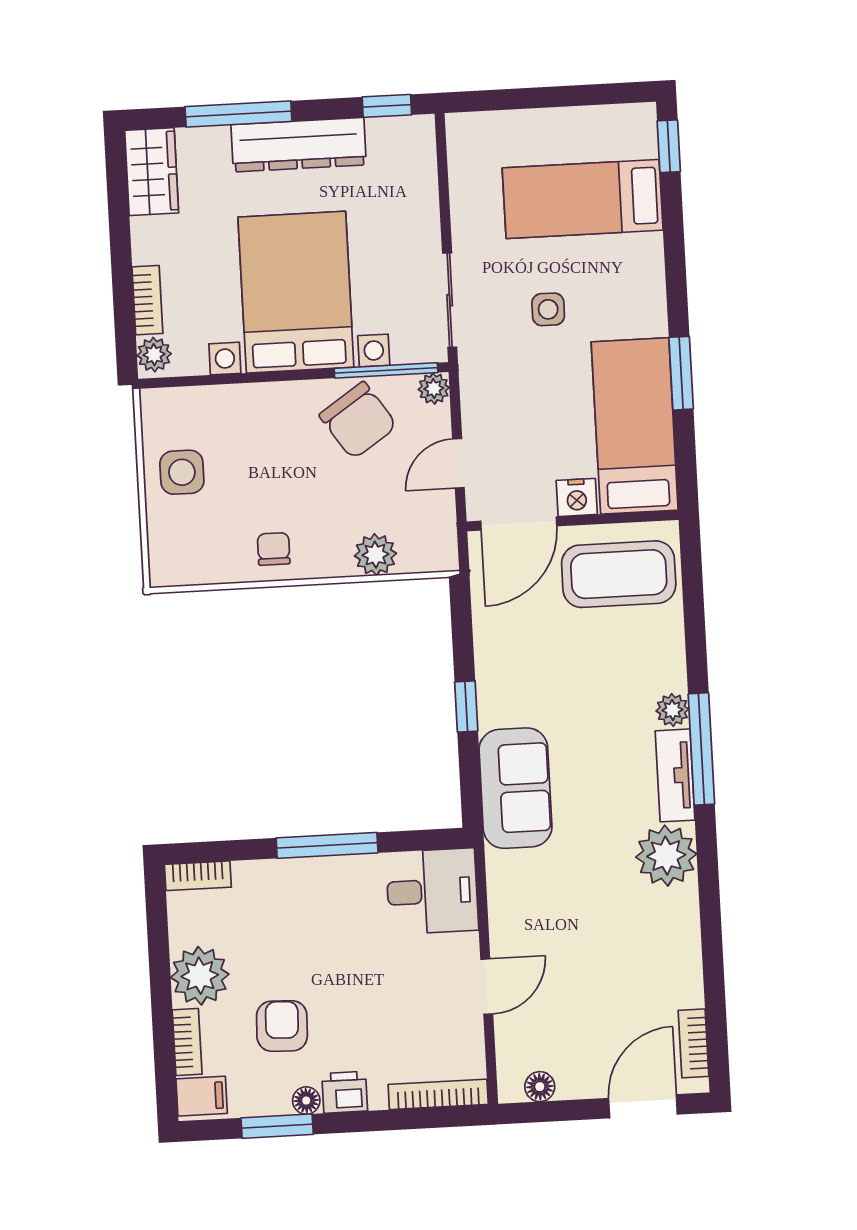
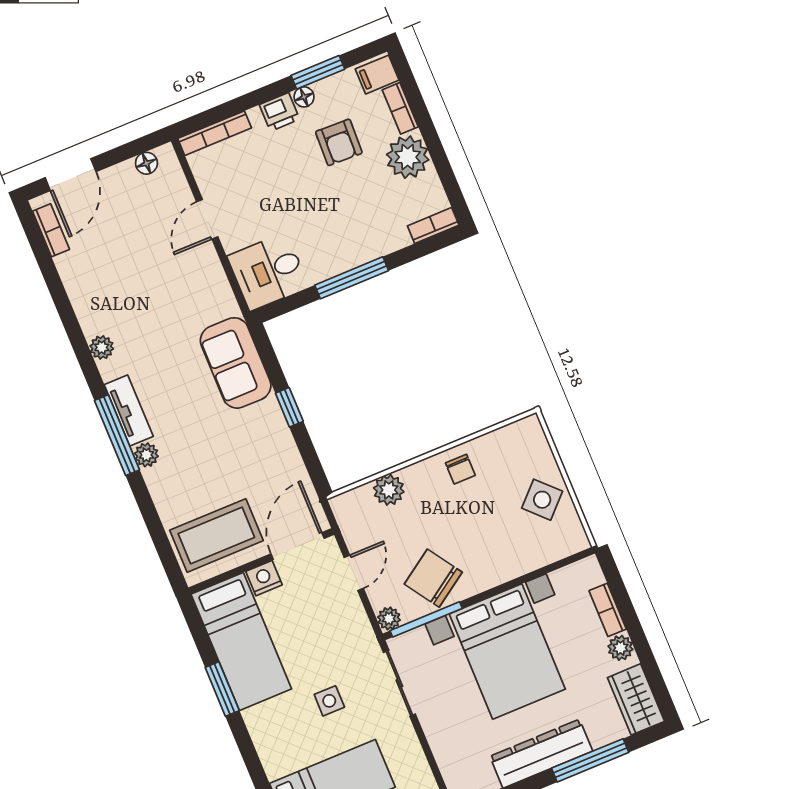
plant: (154, 355) -> (620, 648), moved
side table: (182, 472) -> (542, 500), turned 45
plant: (666, 856) -> (102, 347), width x0.53, depth x0.53

